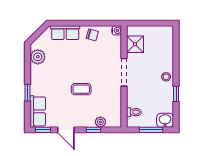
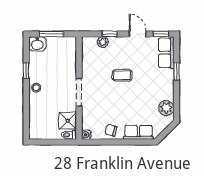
toilet: (134, 112) -> (69, 135), moved

